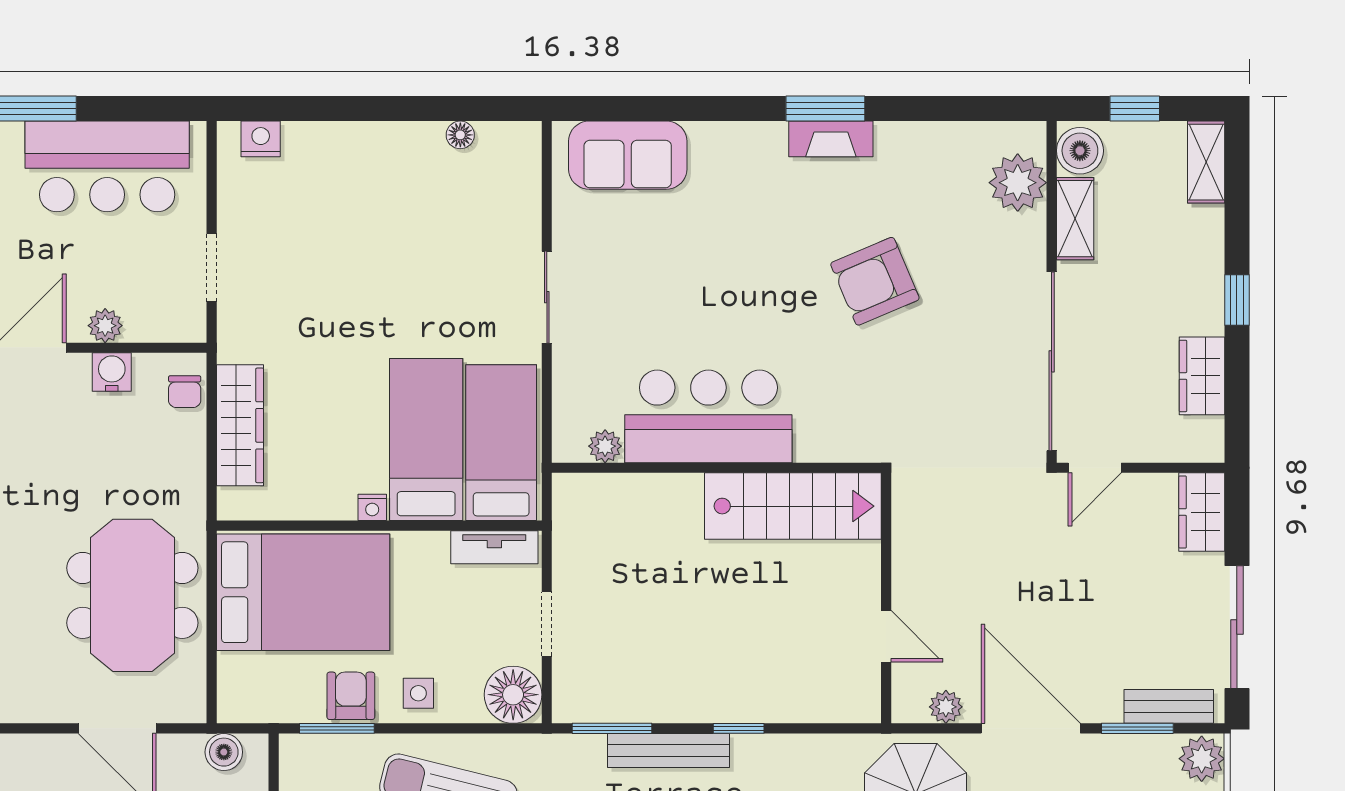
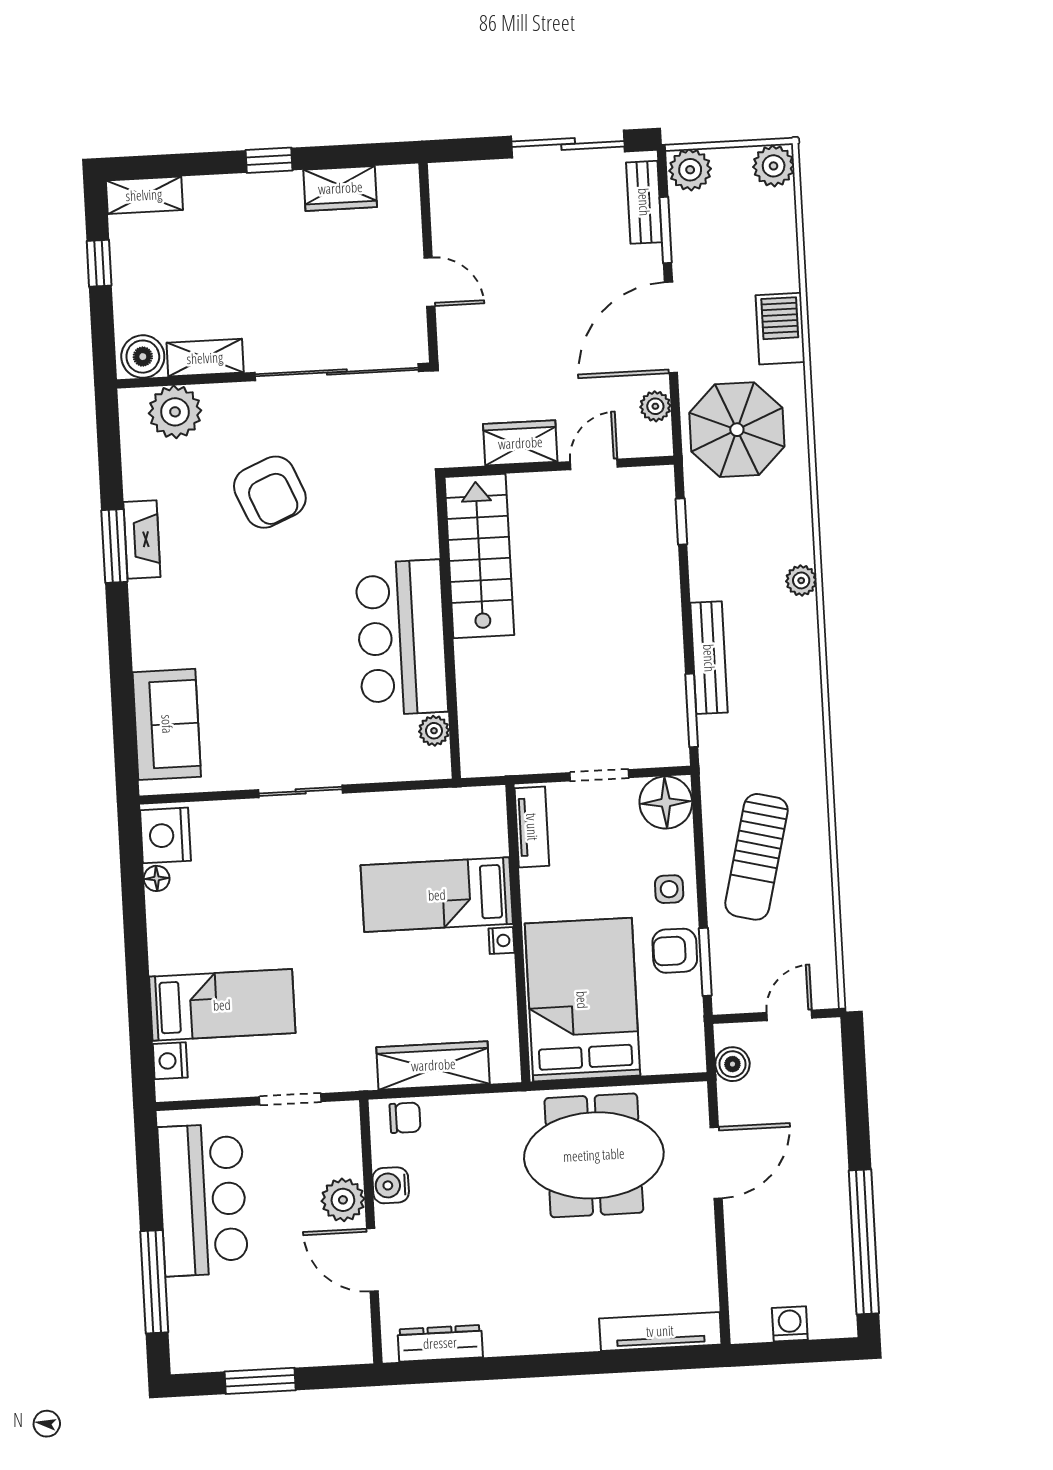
nightstand: (507, 147) -> (165, 835), added
boiler: (1080, 151) -> (143, 357), moved
plant: (1018, 183) -> (175, 412), moved
shelving: (1075, 219) -> (205, 358), moved
wall: (1052, 292) -> (273, 375), moved
plant: (105, 326) -> (343, 1200), width x1.38, depth x1.38
sliding door: (1052, 361) -> (337, 372), moved
bed: (501, 443) -> (222, 1005), moved, turned 180
wardrobe: (1202, 512) -> (520, 443), moved, turned 180
window: (739, 728) -> (681, 522), moved

